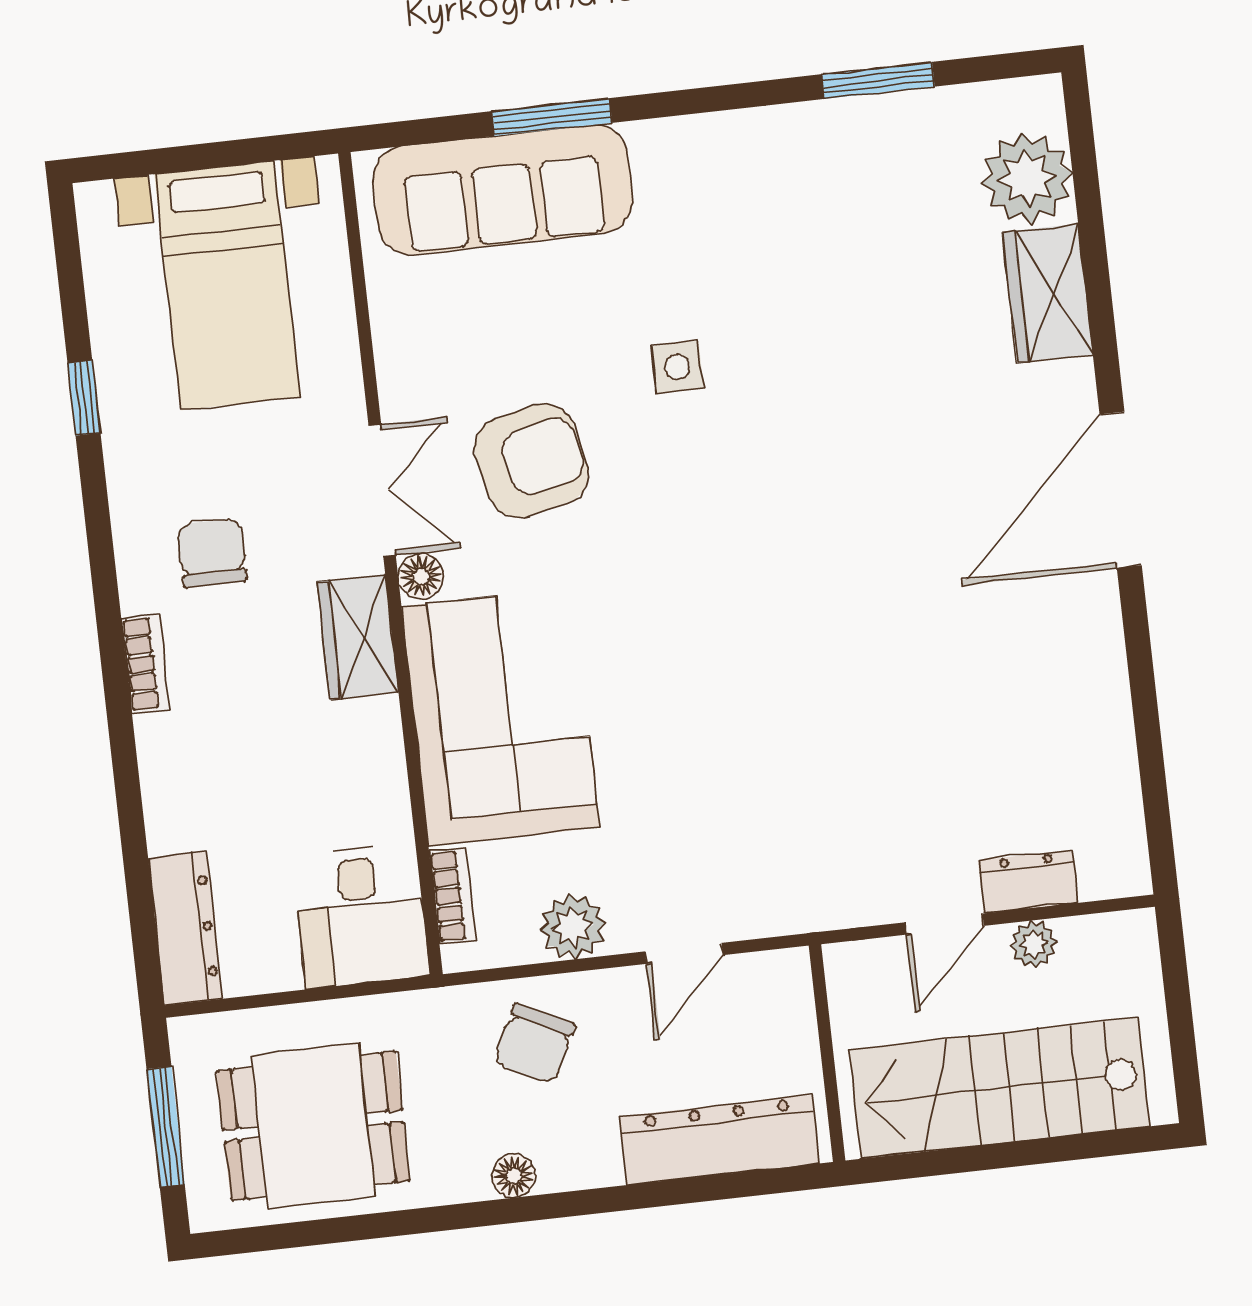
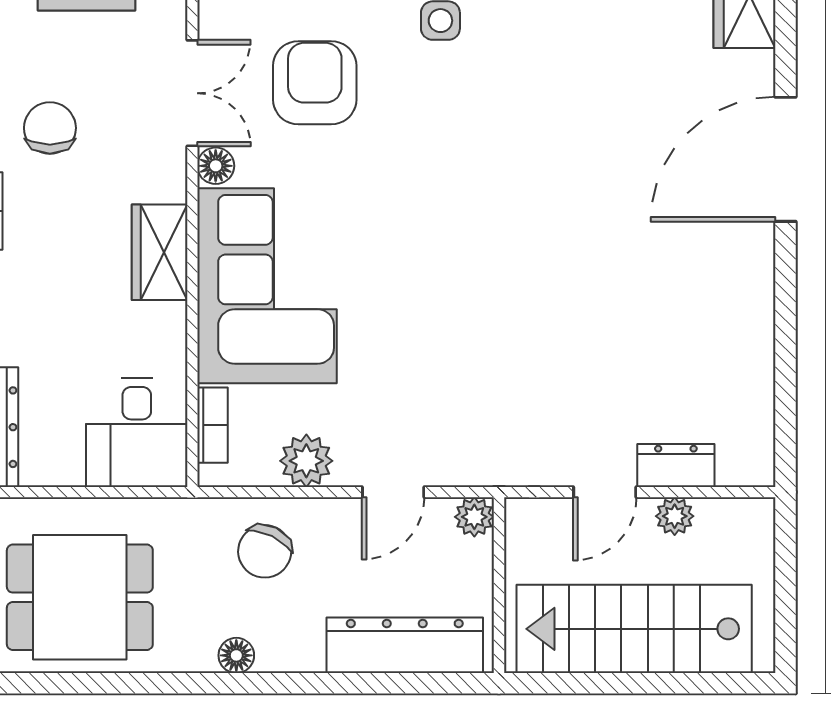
armchair: (531, 461) -> (315, 83), turned -77
wardrobe: (358, 637) -> (160, 252), moved
plant: (787, 972) -> (474, 517), added

